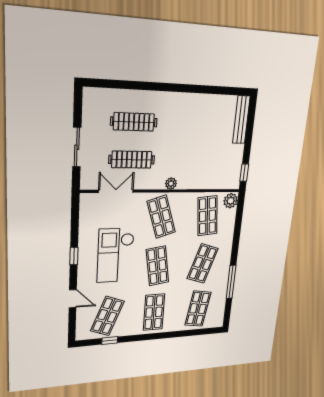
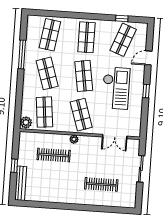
clothes rail: (132, 160) -> (54, 155), moved
window: (244, 173) -> (14, 166), moved
shop shelf: (203, 263) -> (47, 73), turned -36
door: (73, 299) -> (148, 58), hinge flipped

